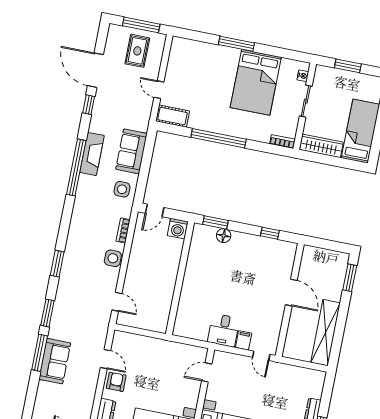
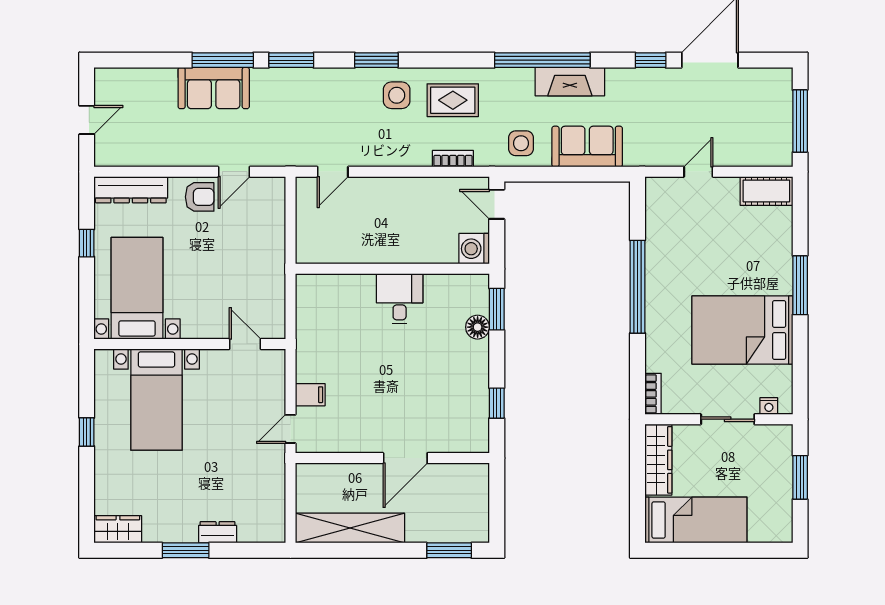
rug: (137, 51) -> (453, 100), moved
cot: (172, 116) -> (766, 191), moved, turned 90
side table: (113, 258) -> (397, 95), moved
desk: (224, 330) -> (400, 299), moved, turned 90

